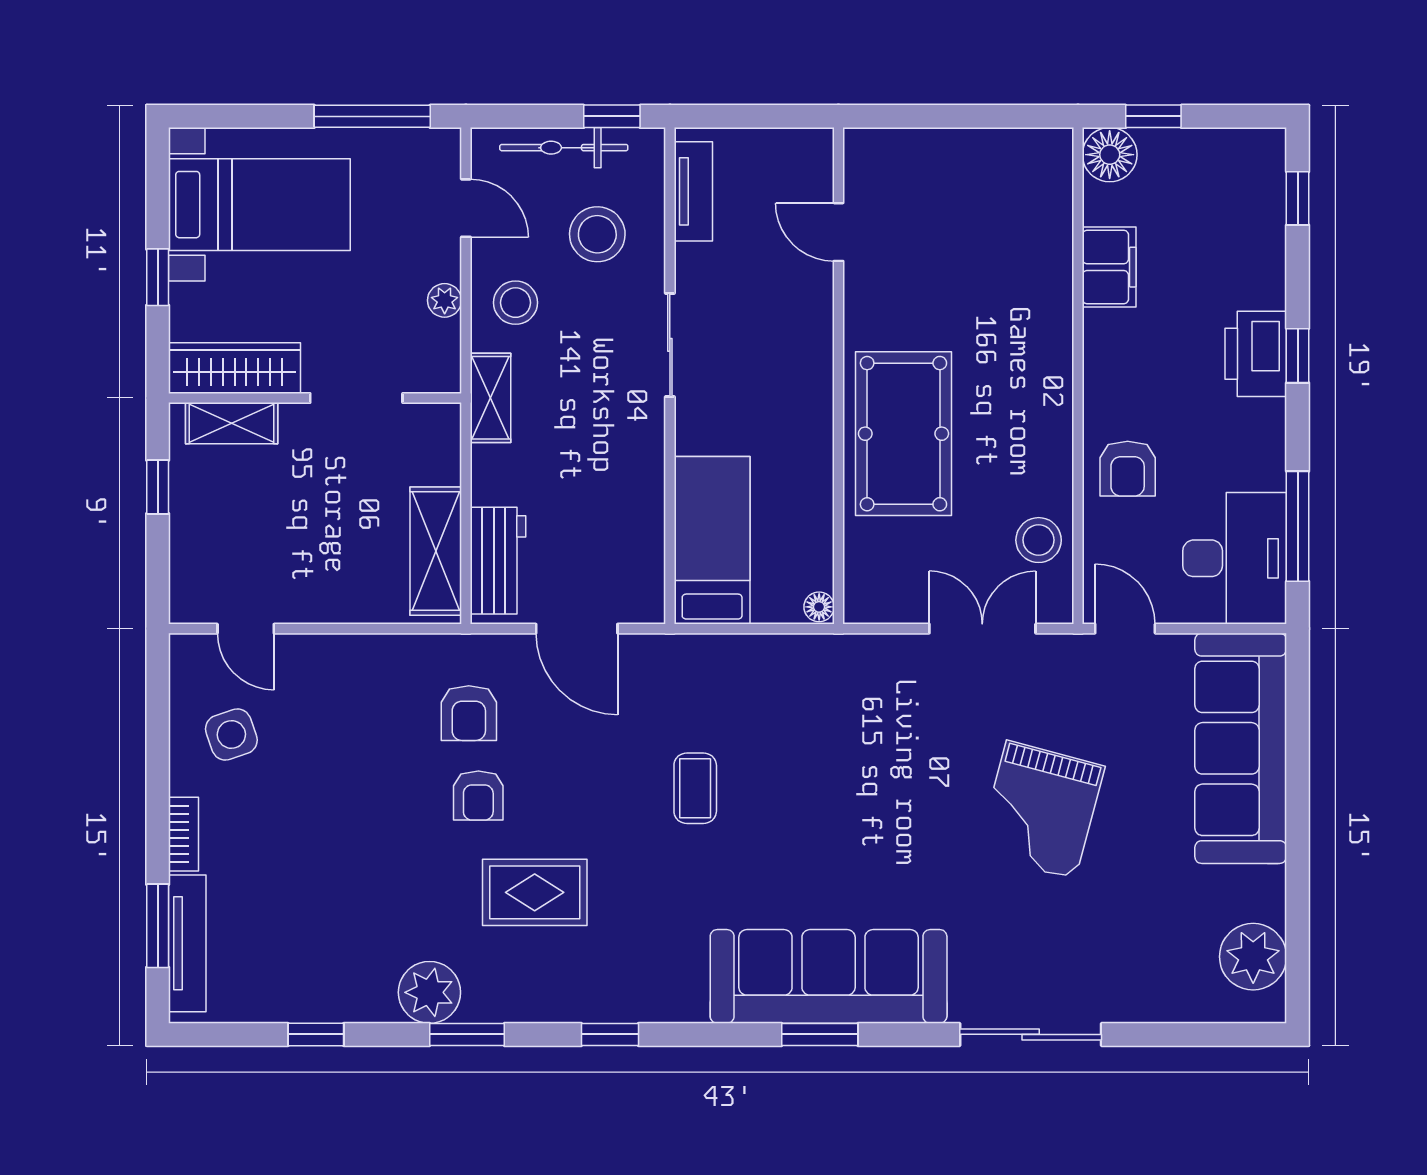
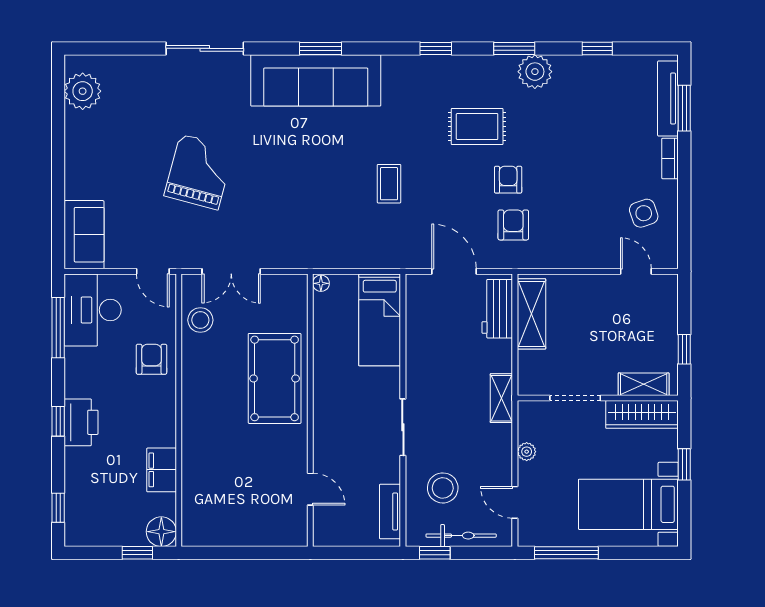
stool: (516, 303) -> (488, 450), removed
sofa: (1241, 748) -> (84, 235), width x0.54, depth x0.79

